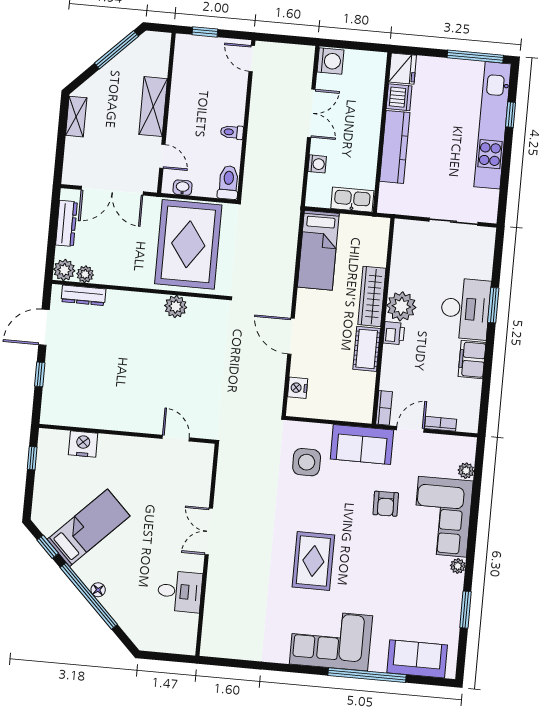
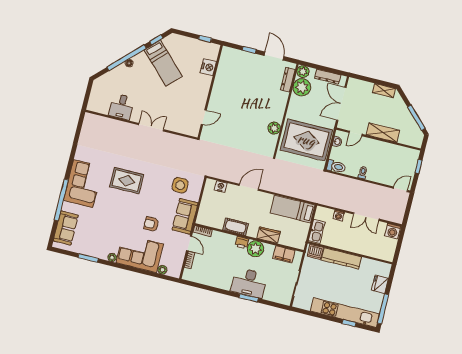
fridge: (403, 69) -> (380, 284), moved, turned 90
dishwasher: (399, 97) -> (315, 252), moved
plant: (85, 274) -> (302, 87), width x1.87, depth x1.87
wardrobe: (372, 296) -> (268, 235), width x0.67
filing cabinet: (472, 359) -> (284, 254), moved, turned 180

